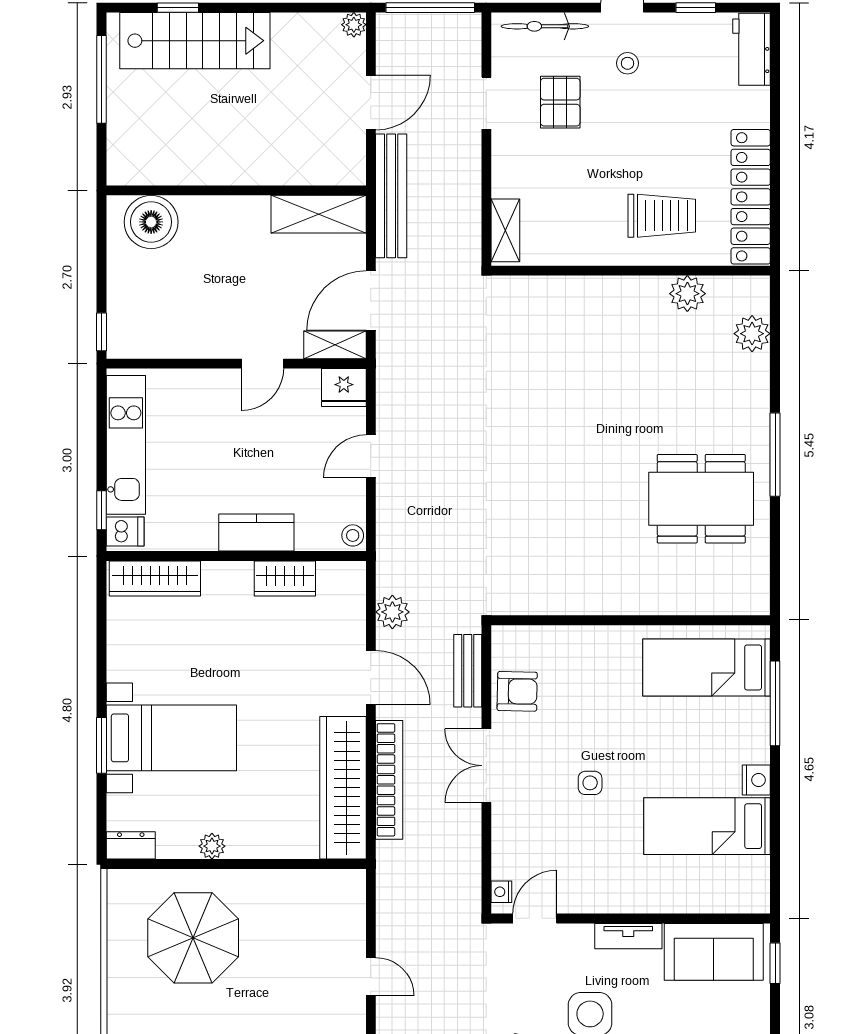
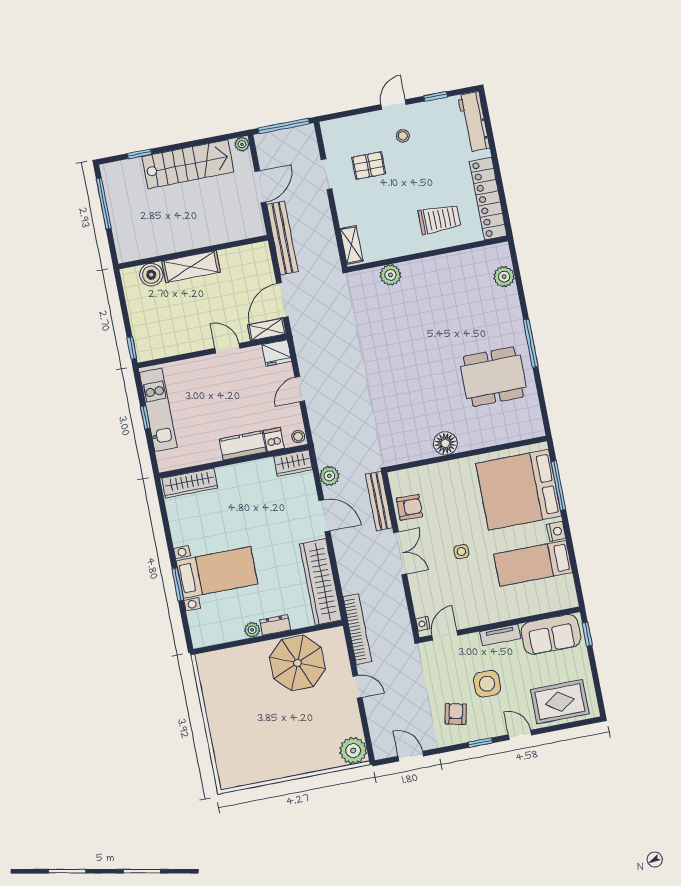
bicycle: (545, 26) -> (351, 124), removed
stairs: (195, 41) -> (188, 164), moved
workbench: (752, 49) -> (474, 122), width x1.38
pallet: (560, 102) -> (369, 166), turned 90
shelving: (319, 214) -> (191, 267), moved
boiler: (151, 222) -> (151, 275), width x0.73, depth x0.73
plant: (687, 294) -> (390, 275), moved
door: (262, 364) -> (227, 348), swing flipped
window: (101, 510) -> (145, 417), moved
dishwasher: (125, 532) -> (274, 439), moved, turned -90
wardrobe: (285, 579) -> (293, 463), moved
floor lamp: (598, 595) -> (445, 443), added
bed: (707, 667) -> (519, 490), width x2.04
bench: (468, 671) -> (379, 501), width x1.36
double door: (486, 766) -> (400, 553), swing flipped
bookcase: (389, 780) -> (357, 629), moved
dresser: (131, 845) -> (275, 625), moved
parasol: (193, 938) -> (297, 663), moved

